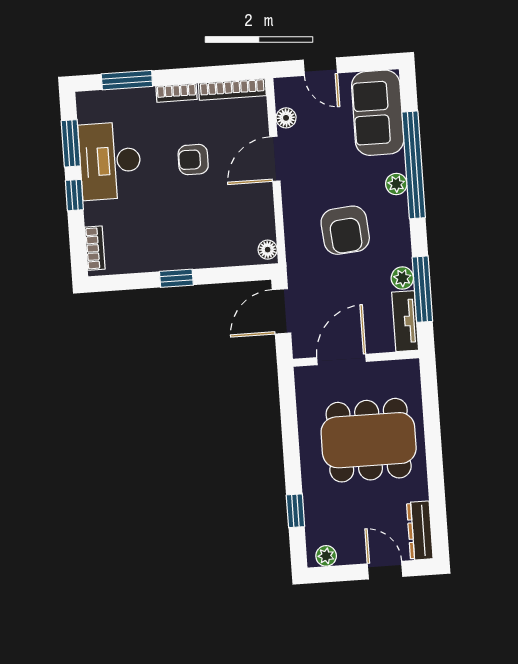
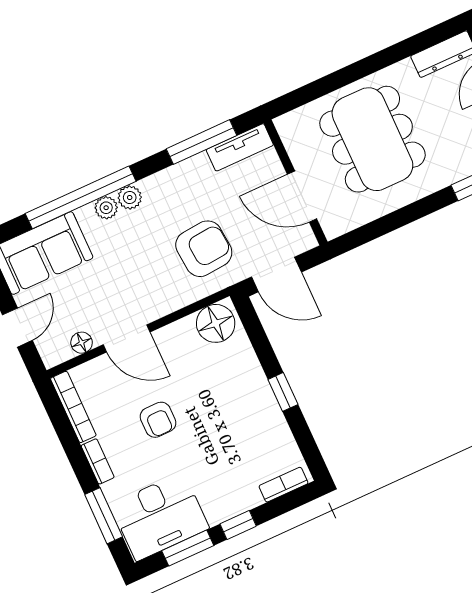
desk: (110, 161) -> (160, 516), moved
armchair: (345, 230) -> (204, 249), moved
floor lamp: (268, 250) -> (216, 323), width x1.89, depth x1.89
plant: (402, 278) -> (130, 198), moved

